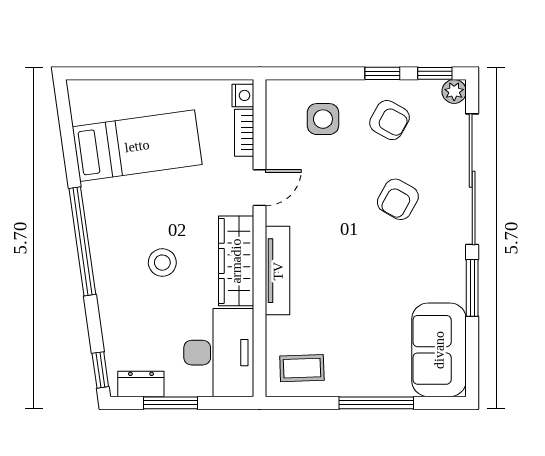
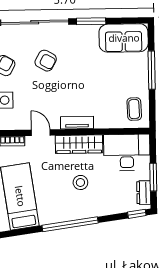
tv unit: (278, 271) -> (77, 123), width x0.71

